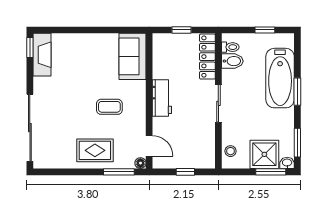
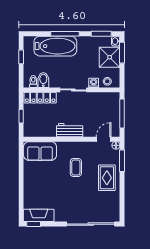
window: (297, 92) -> (65, 34), width x1.44
washing machine: (228, 132) -> (94, 83), added
window: (185, 172) -> (122, 113), width x2.17

